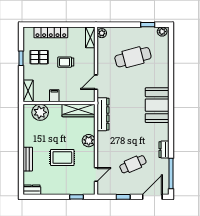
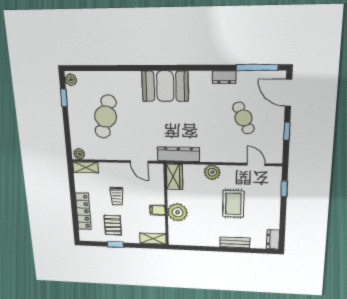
cafe table: (133, 57) -> (106, 117), turned 30
wardrobe: (79, 110) -> (174, 177), width x0.67
plant: (40, 112) -> (178, 212), moved

